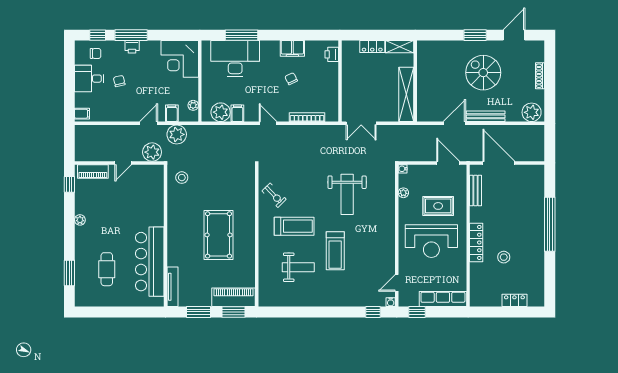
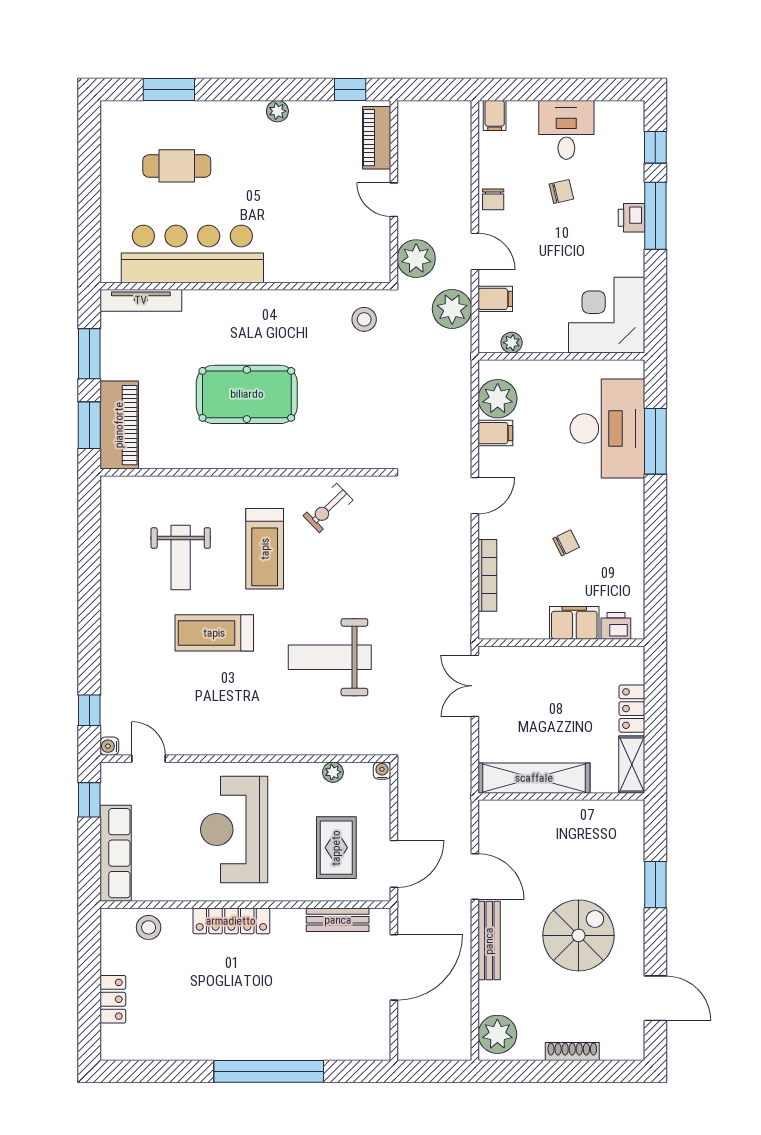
window: (475, 35) -> (655, 885), moved
filing cabinet: (292, 48) -> (574, 623), moved, turned 90
chair: (96, 53) -> (493, 199), moved
rug: (438, 206) -> (336, 848), moved
stool: (504, 257) -> (149, 927), moved

